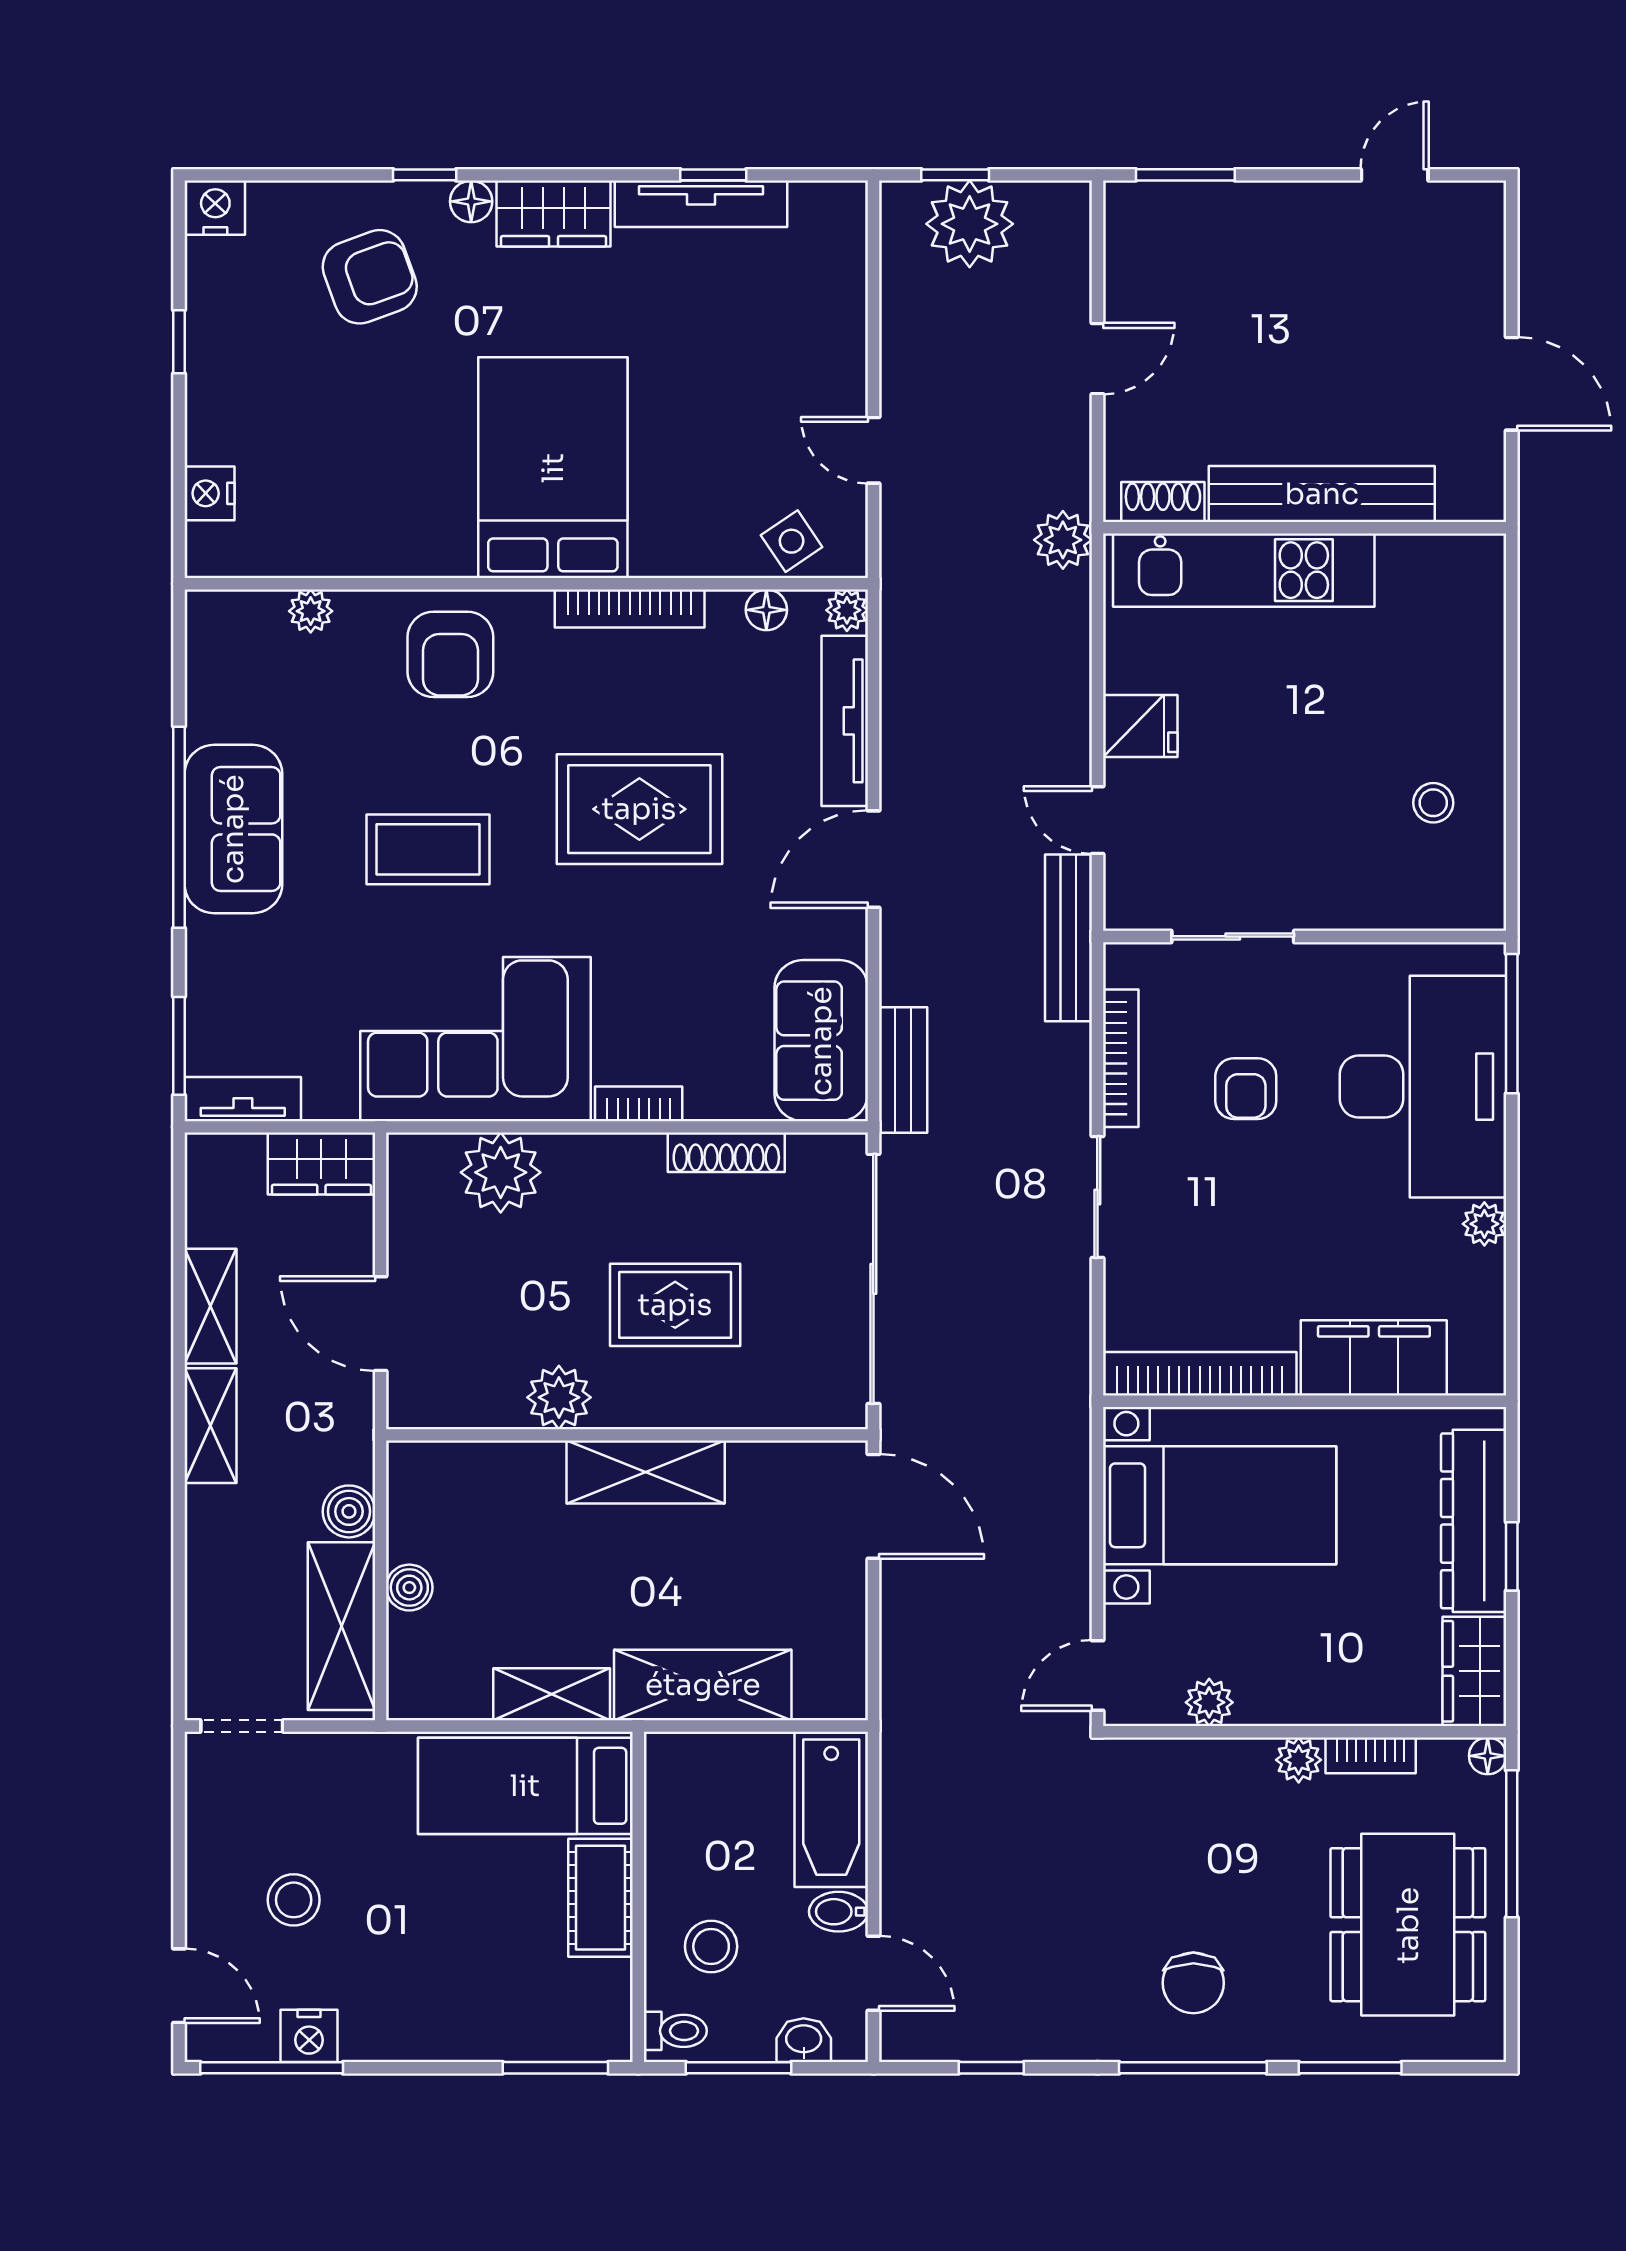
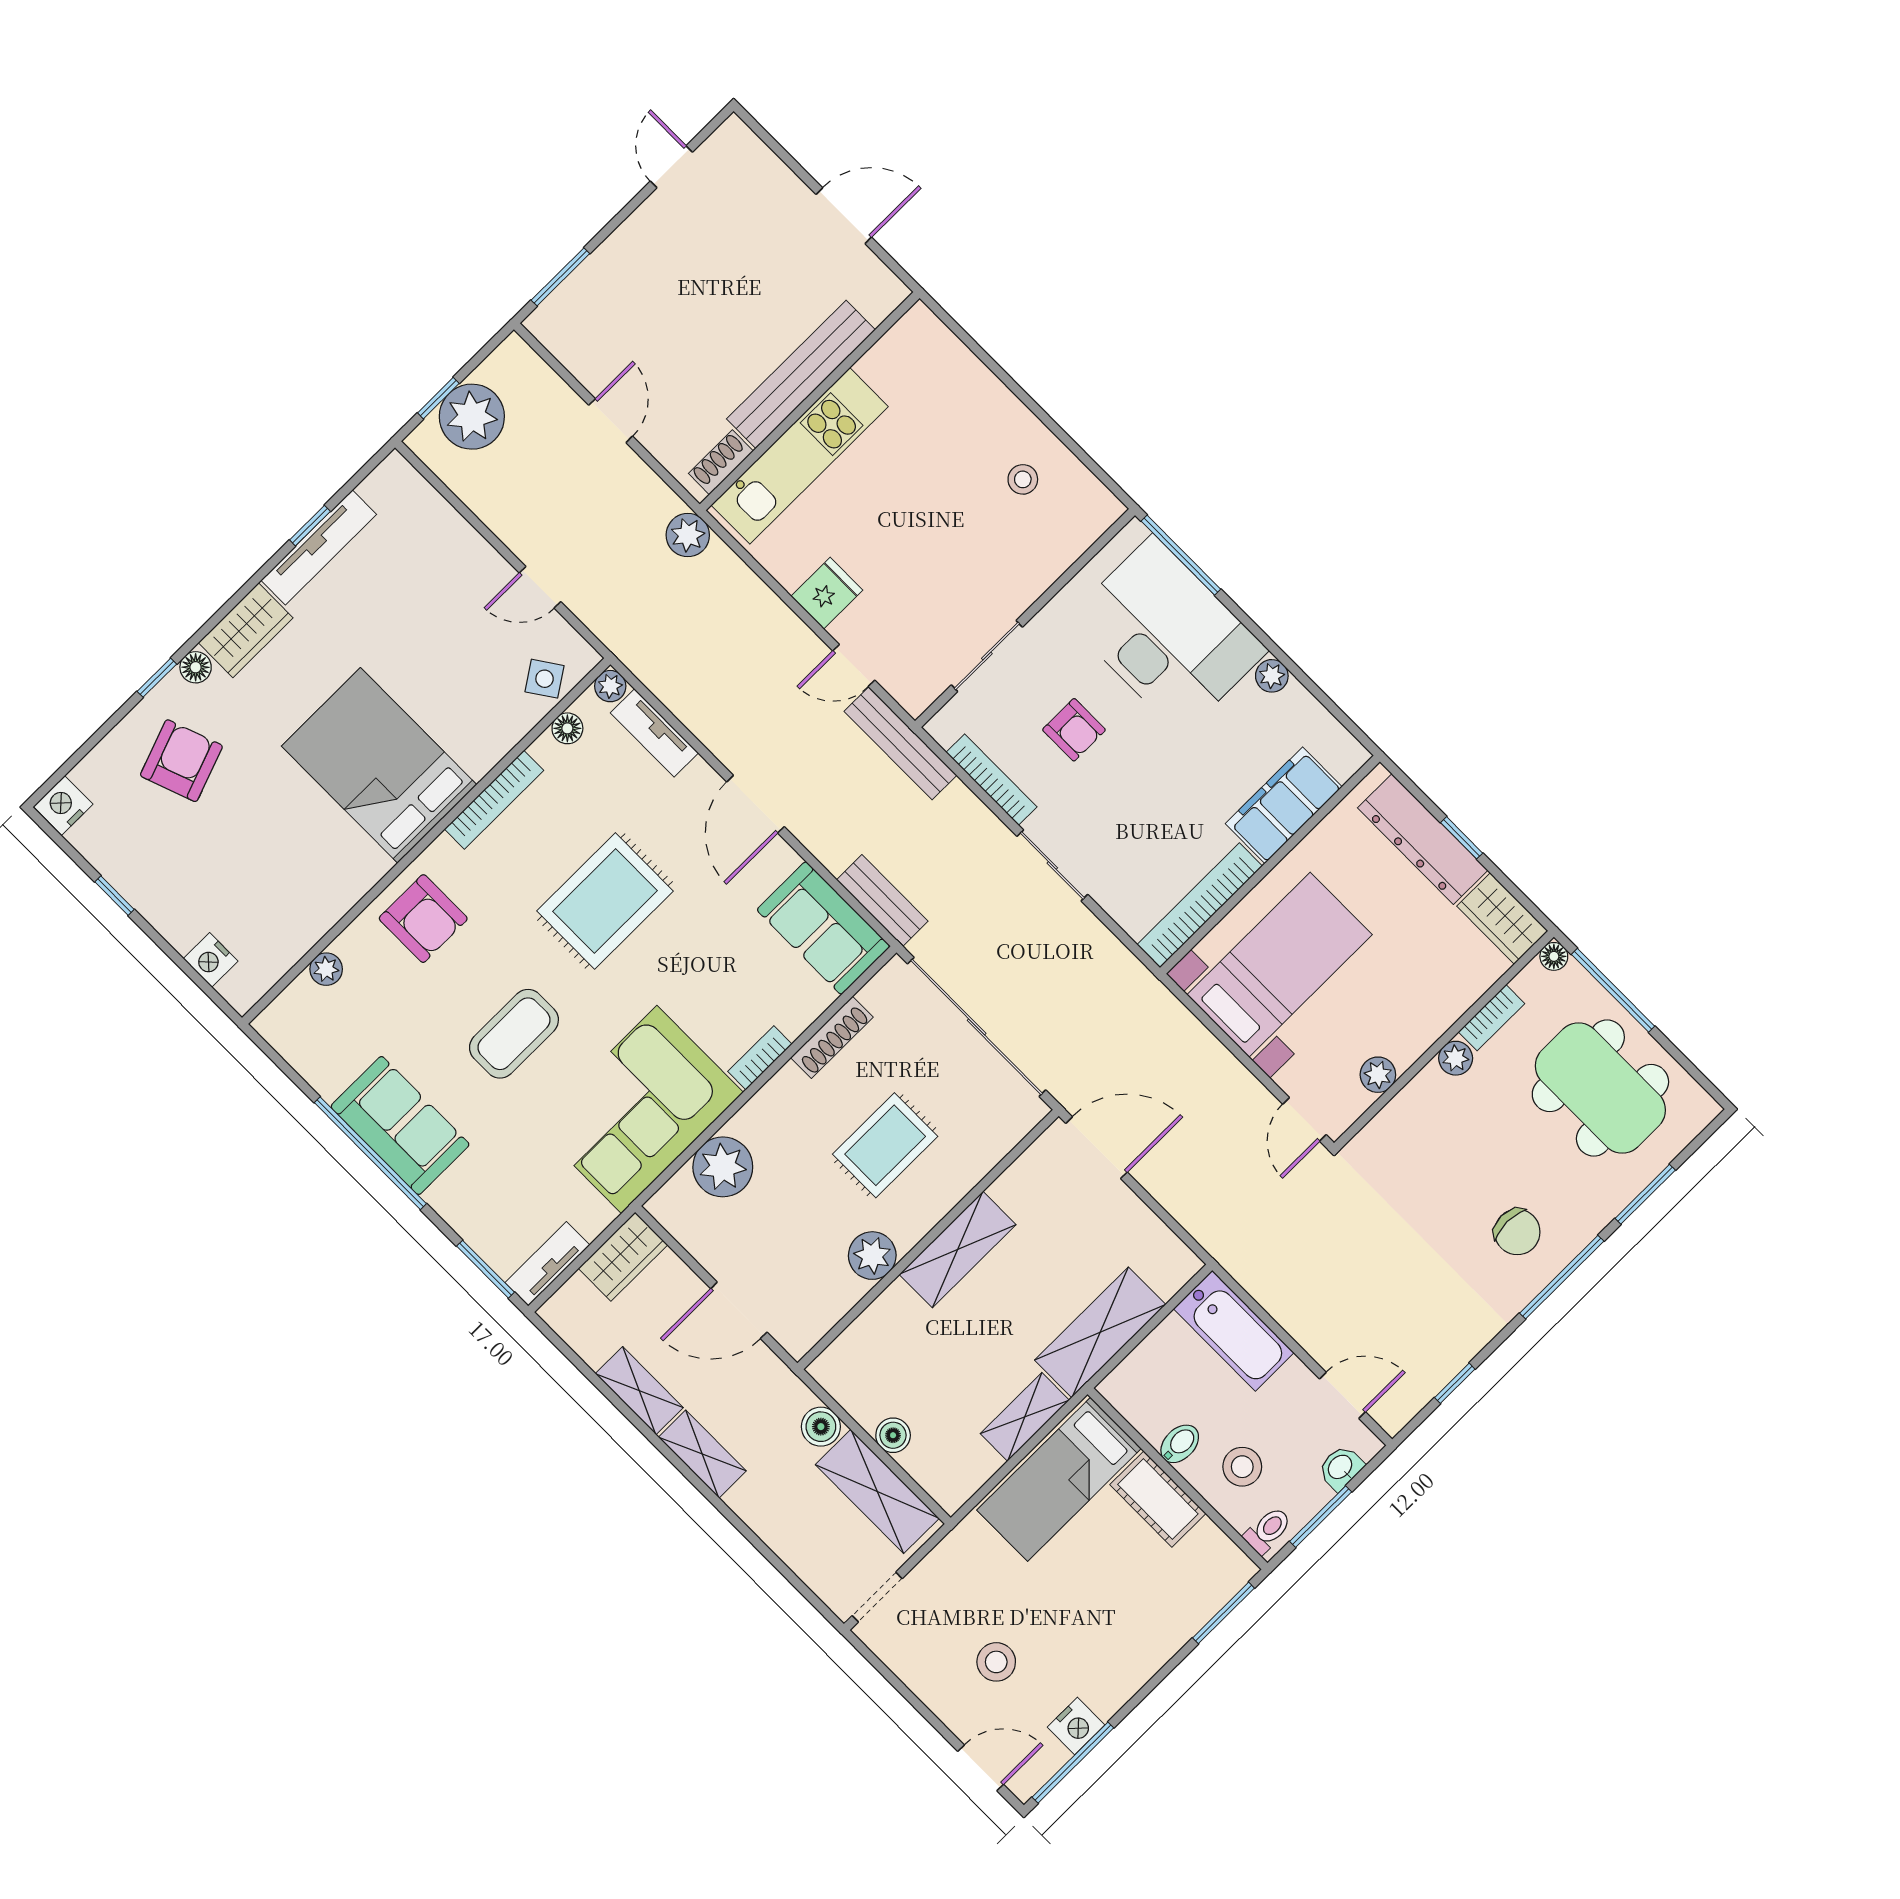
tv unit: (845, 721) -> (654, 733), width x0.71
bidet: (838, 1912) -> (1180, 1444), moved, turned 180

